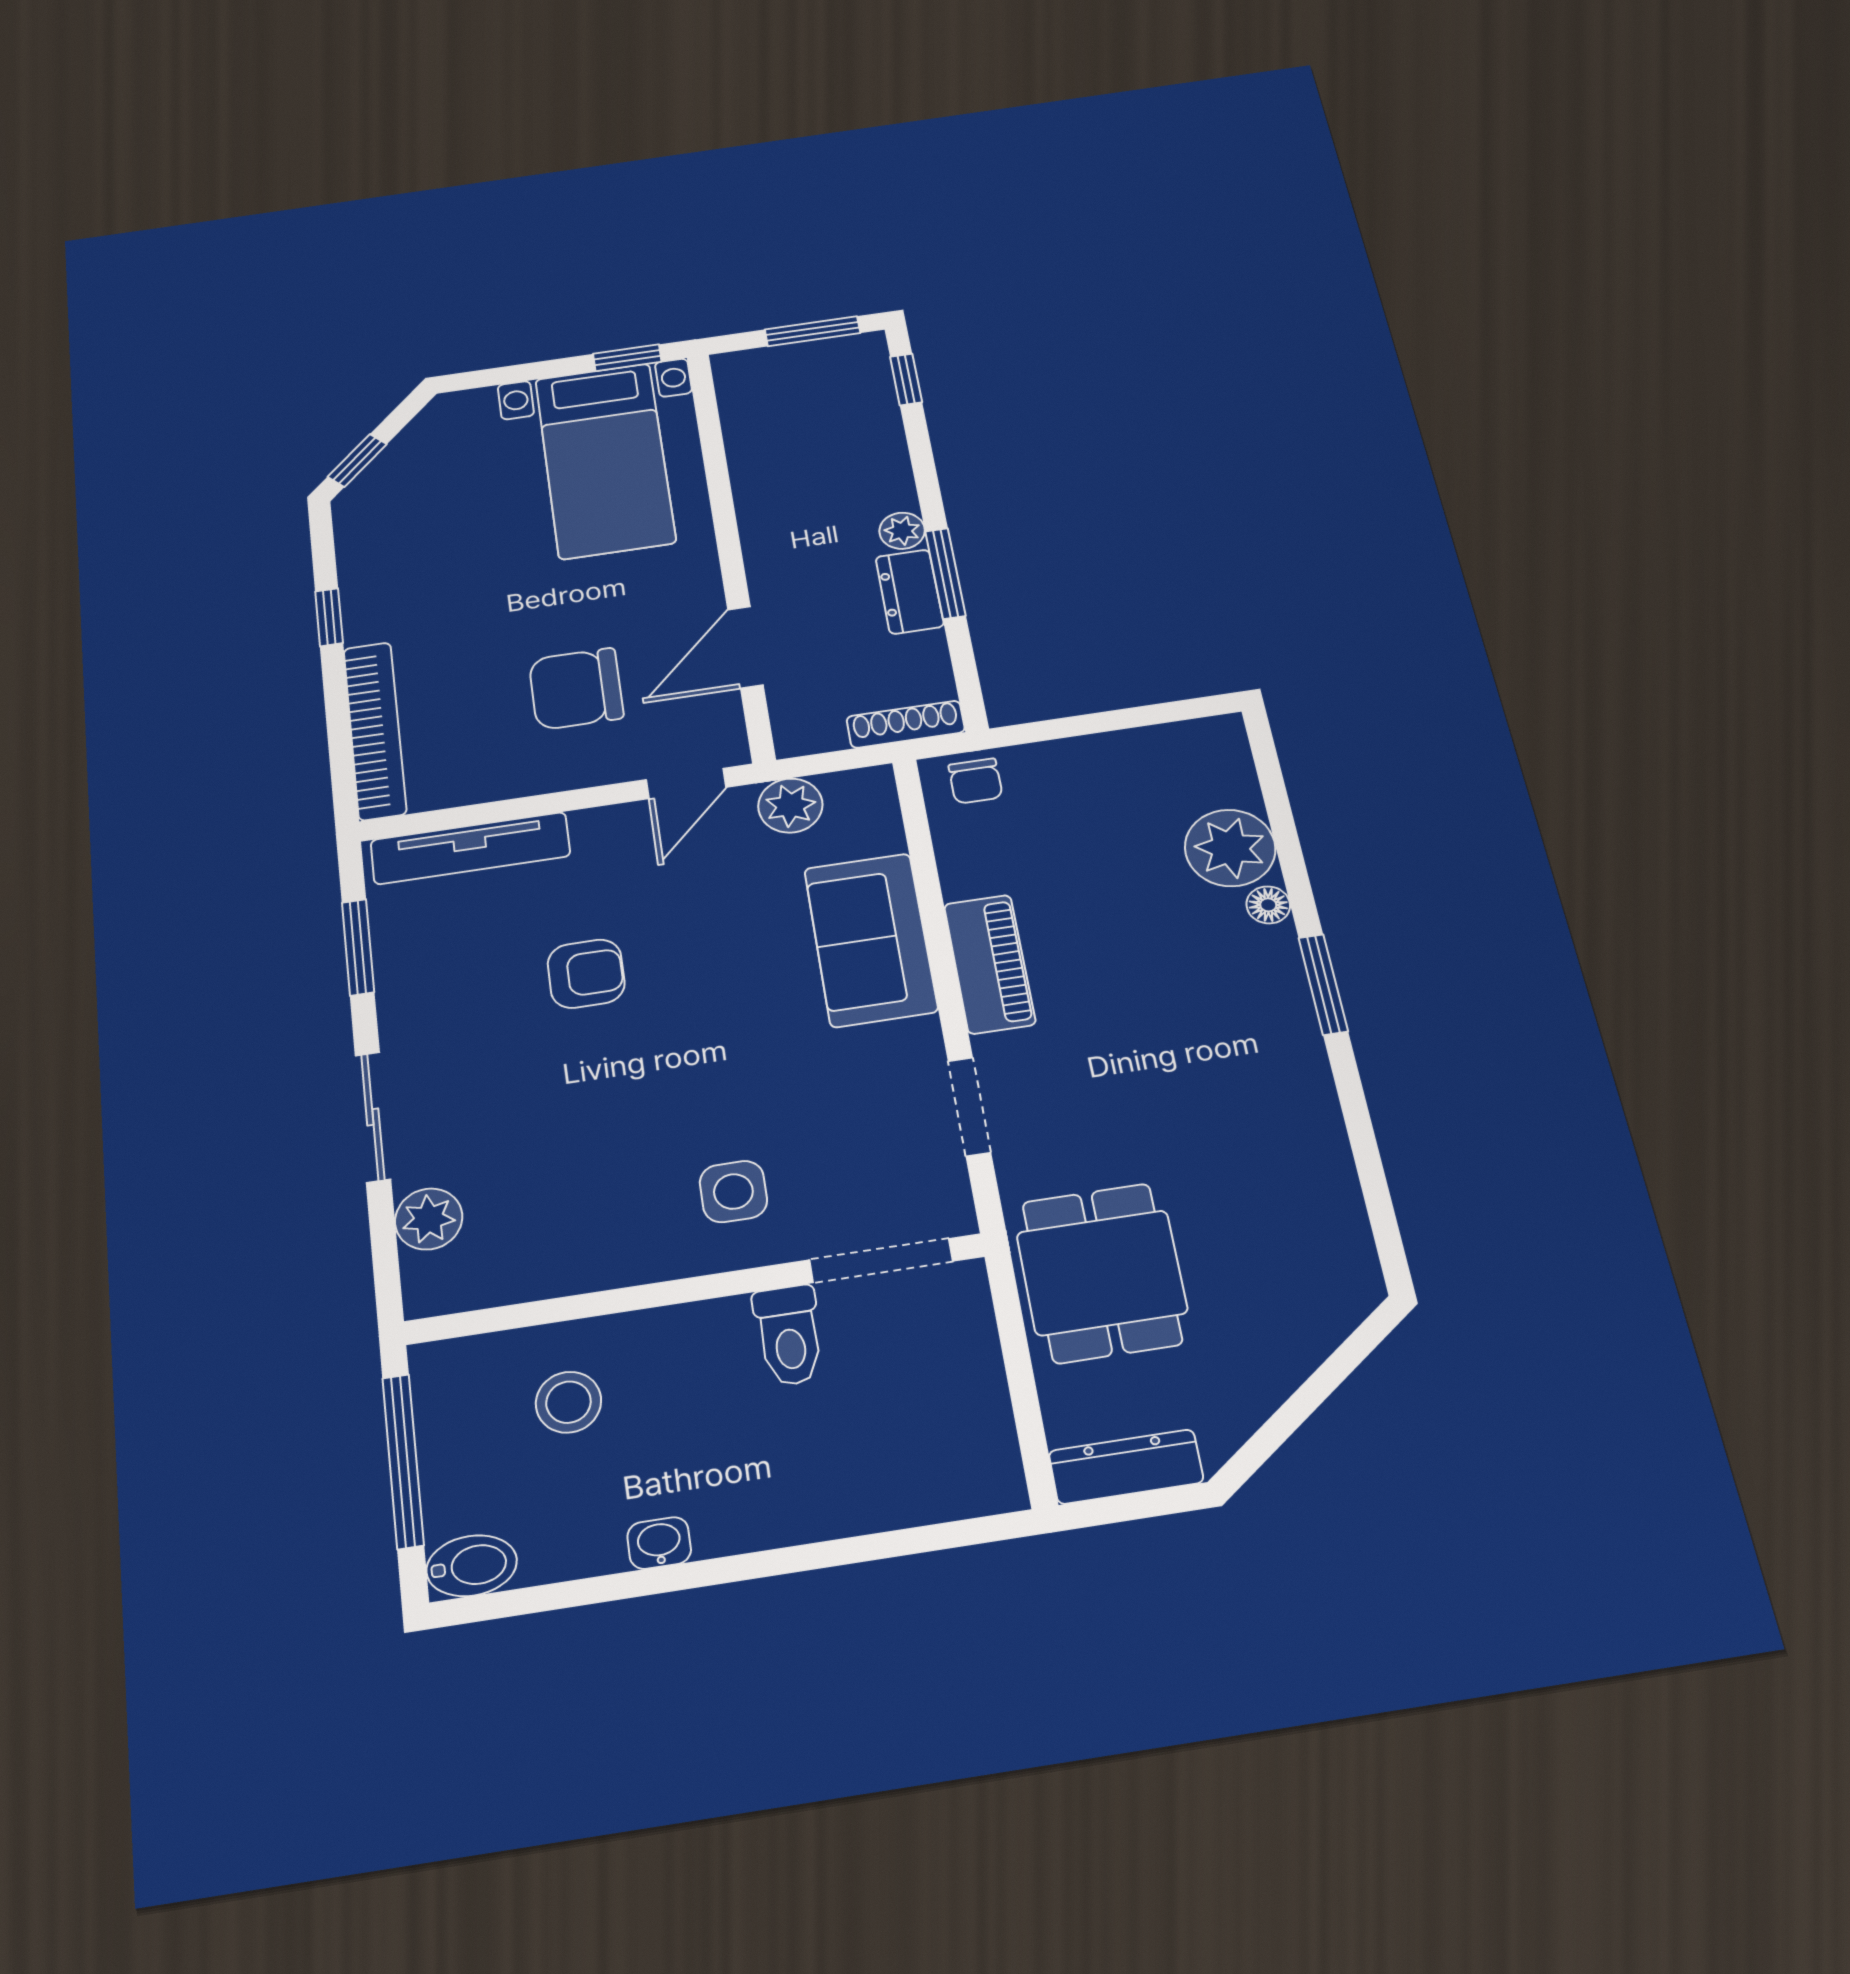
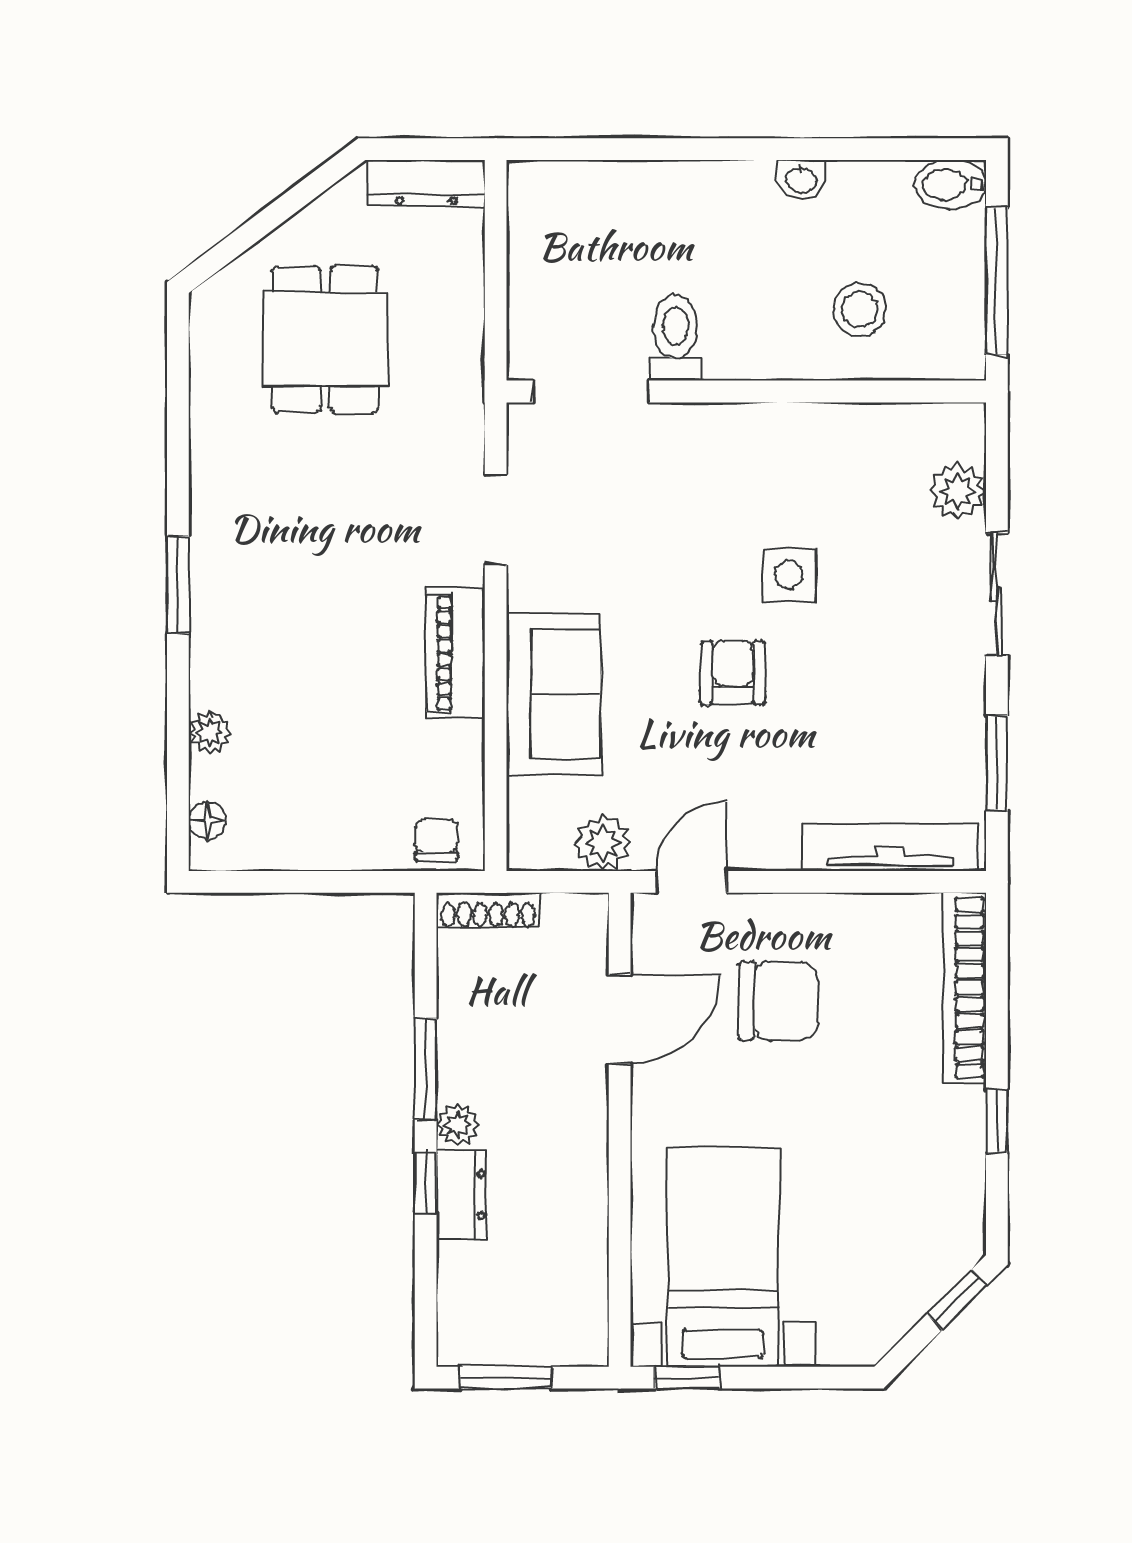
window: (906, 379) -> (426, 1183), moved
dresser: (910, 592) -> (462, 1195), moved
plant: (1230, 848) -> (210, 732), width x0.53, depth x0.53
floor lamp: (1268, 905) -> (207, 820), moved
armchair: (586, 974) -> (733, 672), moved, turned 90
side table: (733, 1192) -> (789, 575), moved
dining table: (1102, 1273) -> (325, 339), moved

